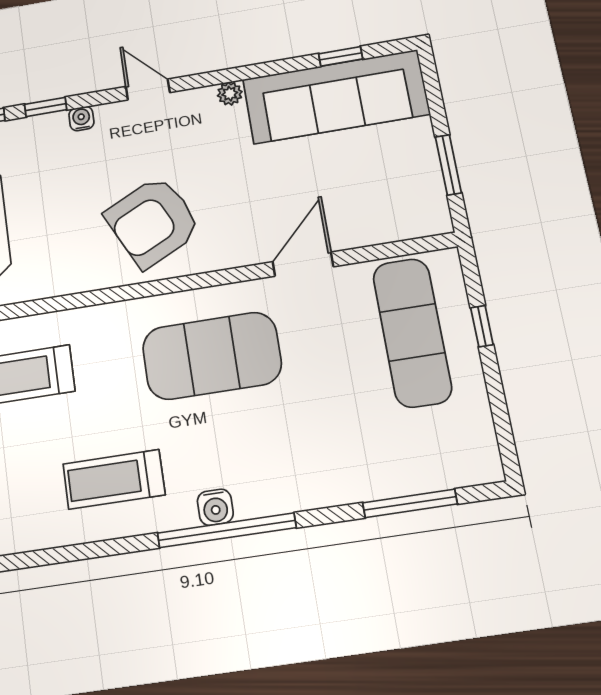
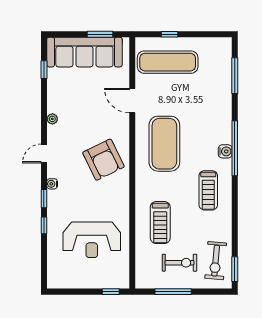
sofa: (336, 97) -> (84, 52), moved, turned 90

